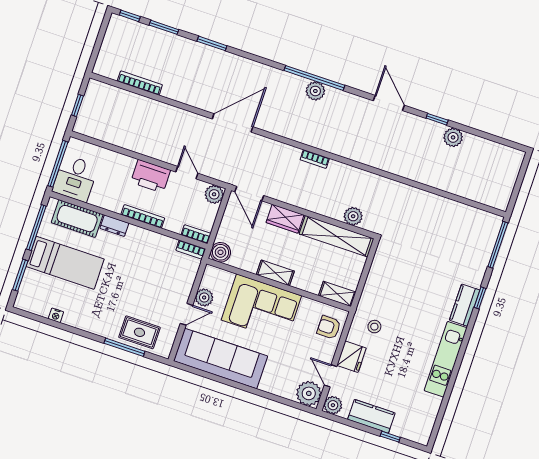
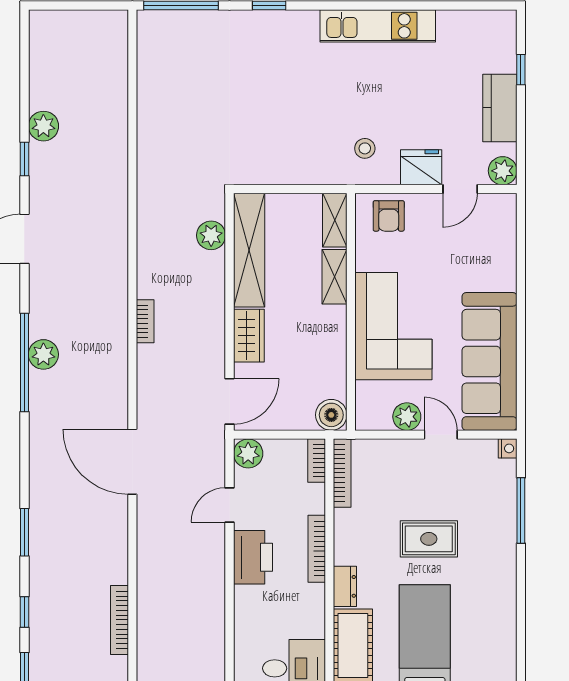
window: (164, 27) -> (24, 612), width x0.67
bookcase: (191, 250) -> (342, 473), width x1.56
shelving: (275, 273) -> (335, 277), moved
kitchen counter: (465, 305) -> (288, 25), removed
nightstand: (56, 315) -> (508, 448), moved
rug: (139, 332) -> (429, 539), moved, turned 90
plant: (309, 393) -> (497, 213), removed

